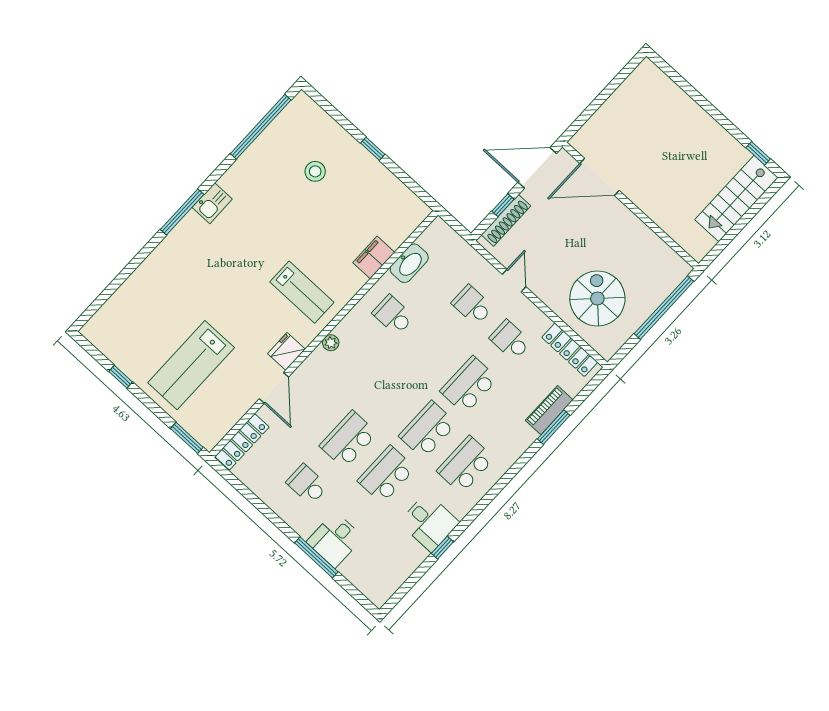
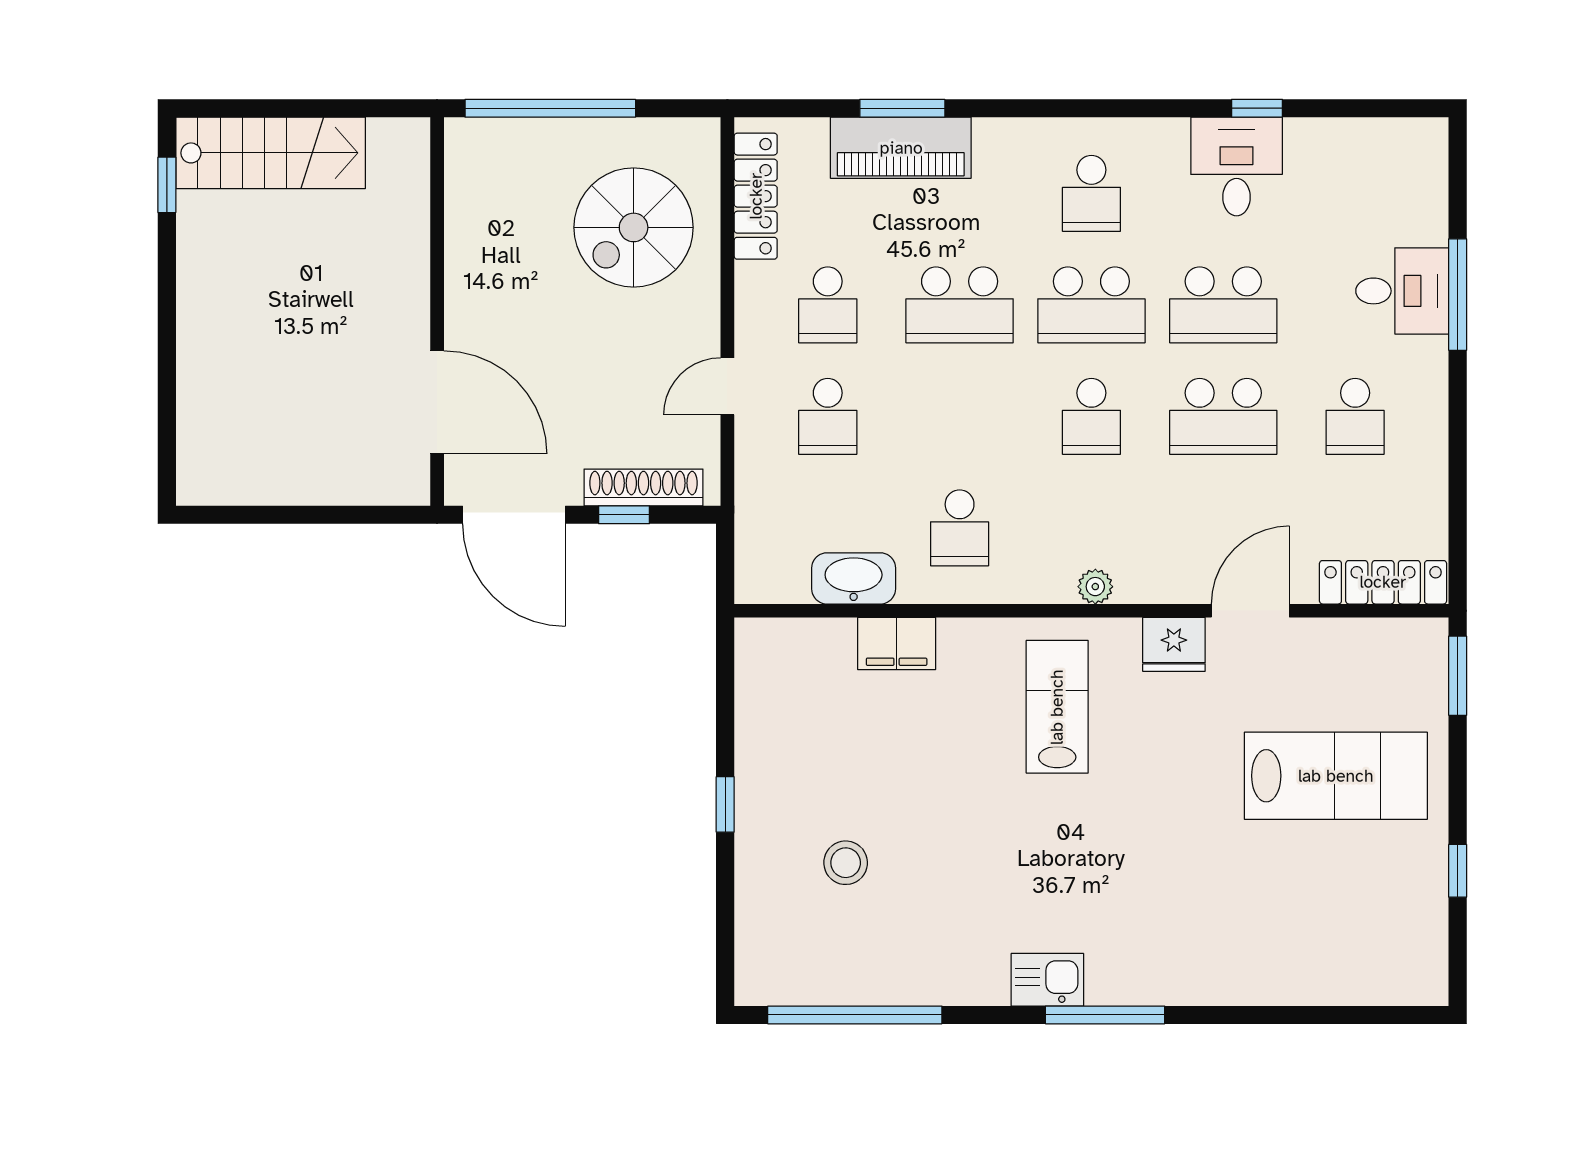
school desk: (390, 395) -> (1091, 416), added
piano: (549, 410) -> (901, 148), width x1.37, depth x1.33
school desk: (465, 465) -> (1091, 193), width x0.54

